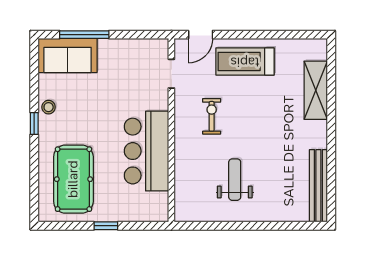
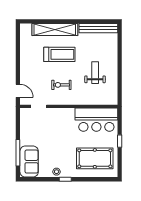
treadmill: (245, 62) -> (59, 54), moved, turned -90
shelving: (316, 90) -> (55, 30), width x1.47
bar counter: (146, 151) -> (96, 120), moved
weight bench: (235, 180) -> (95, 73), turned 90

